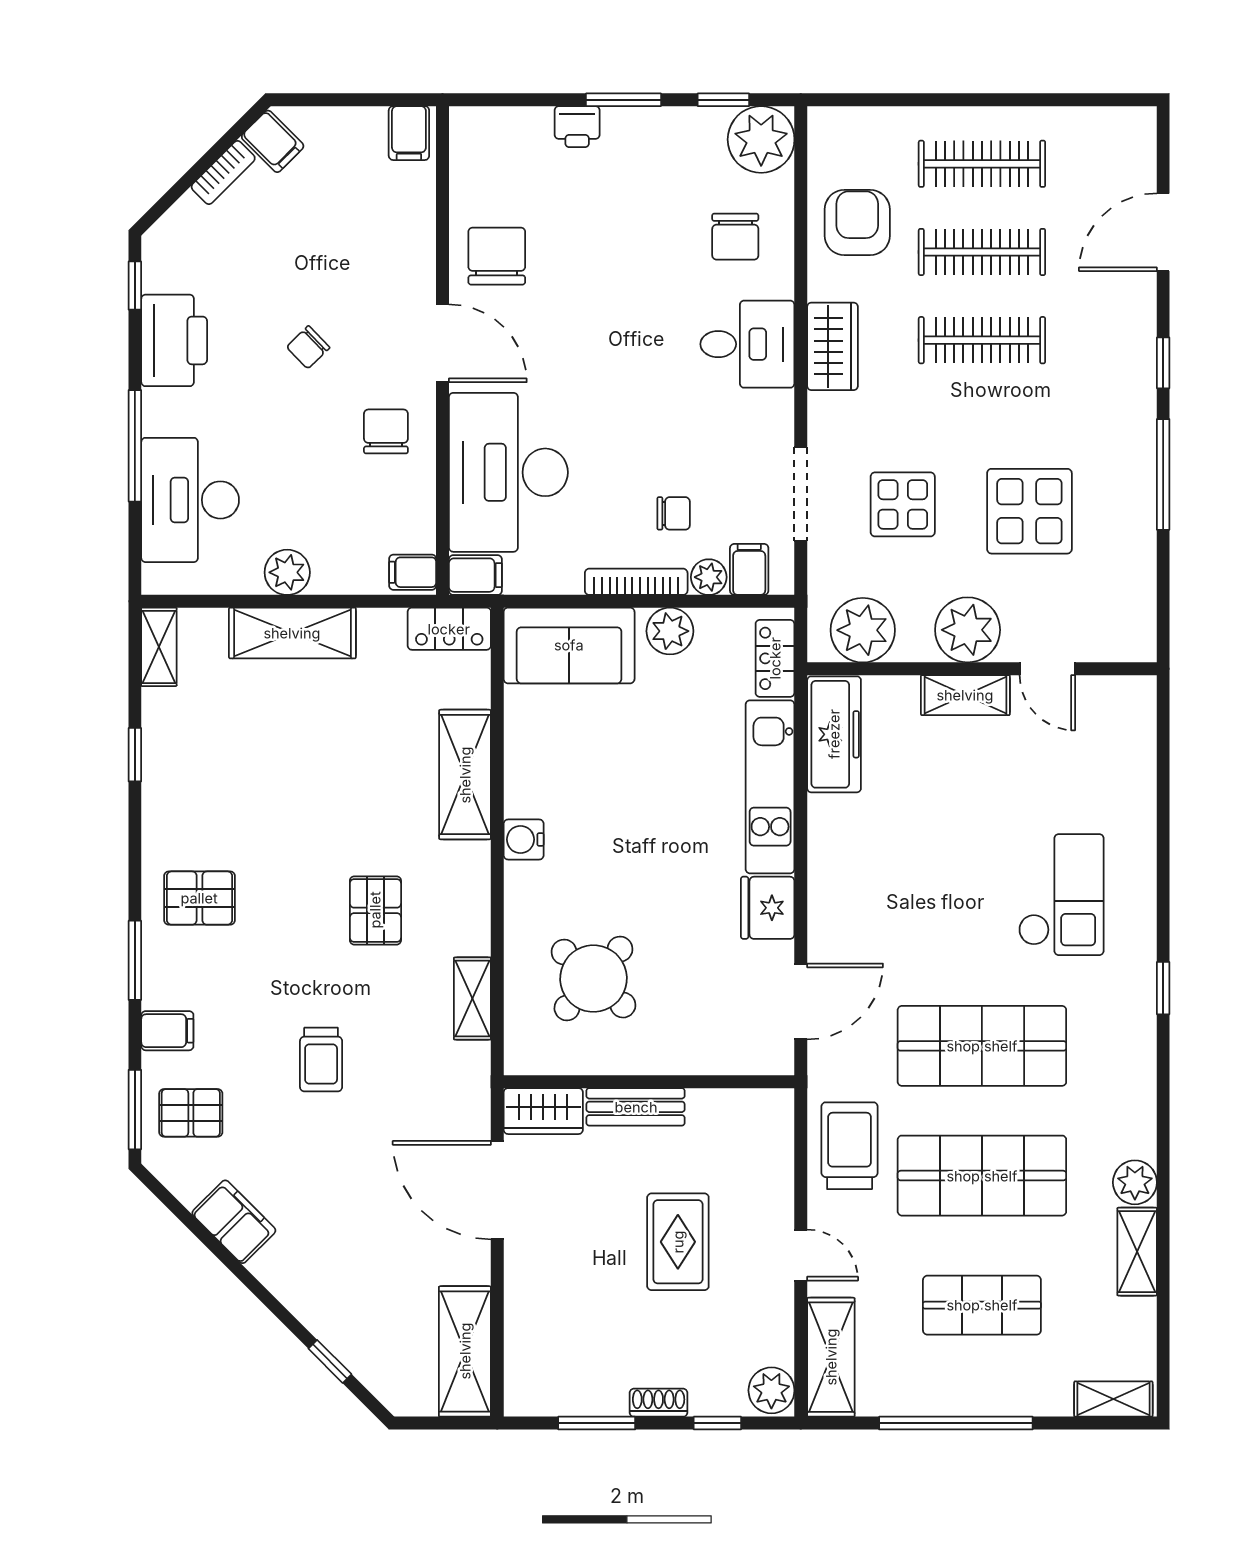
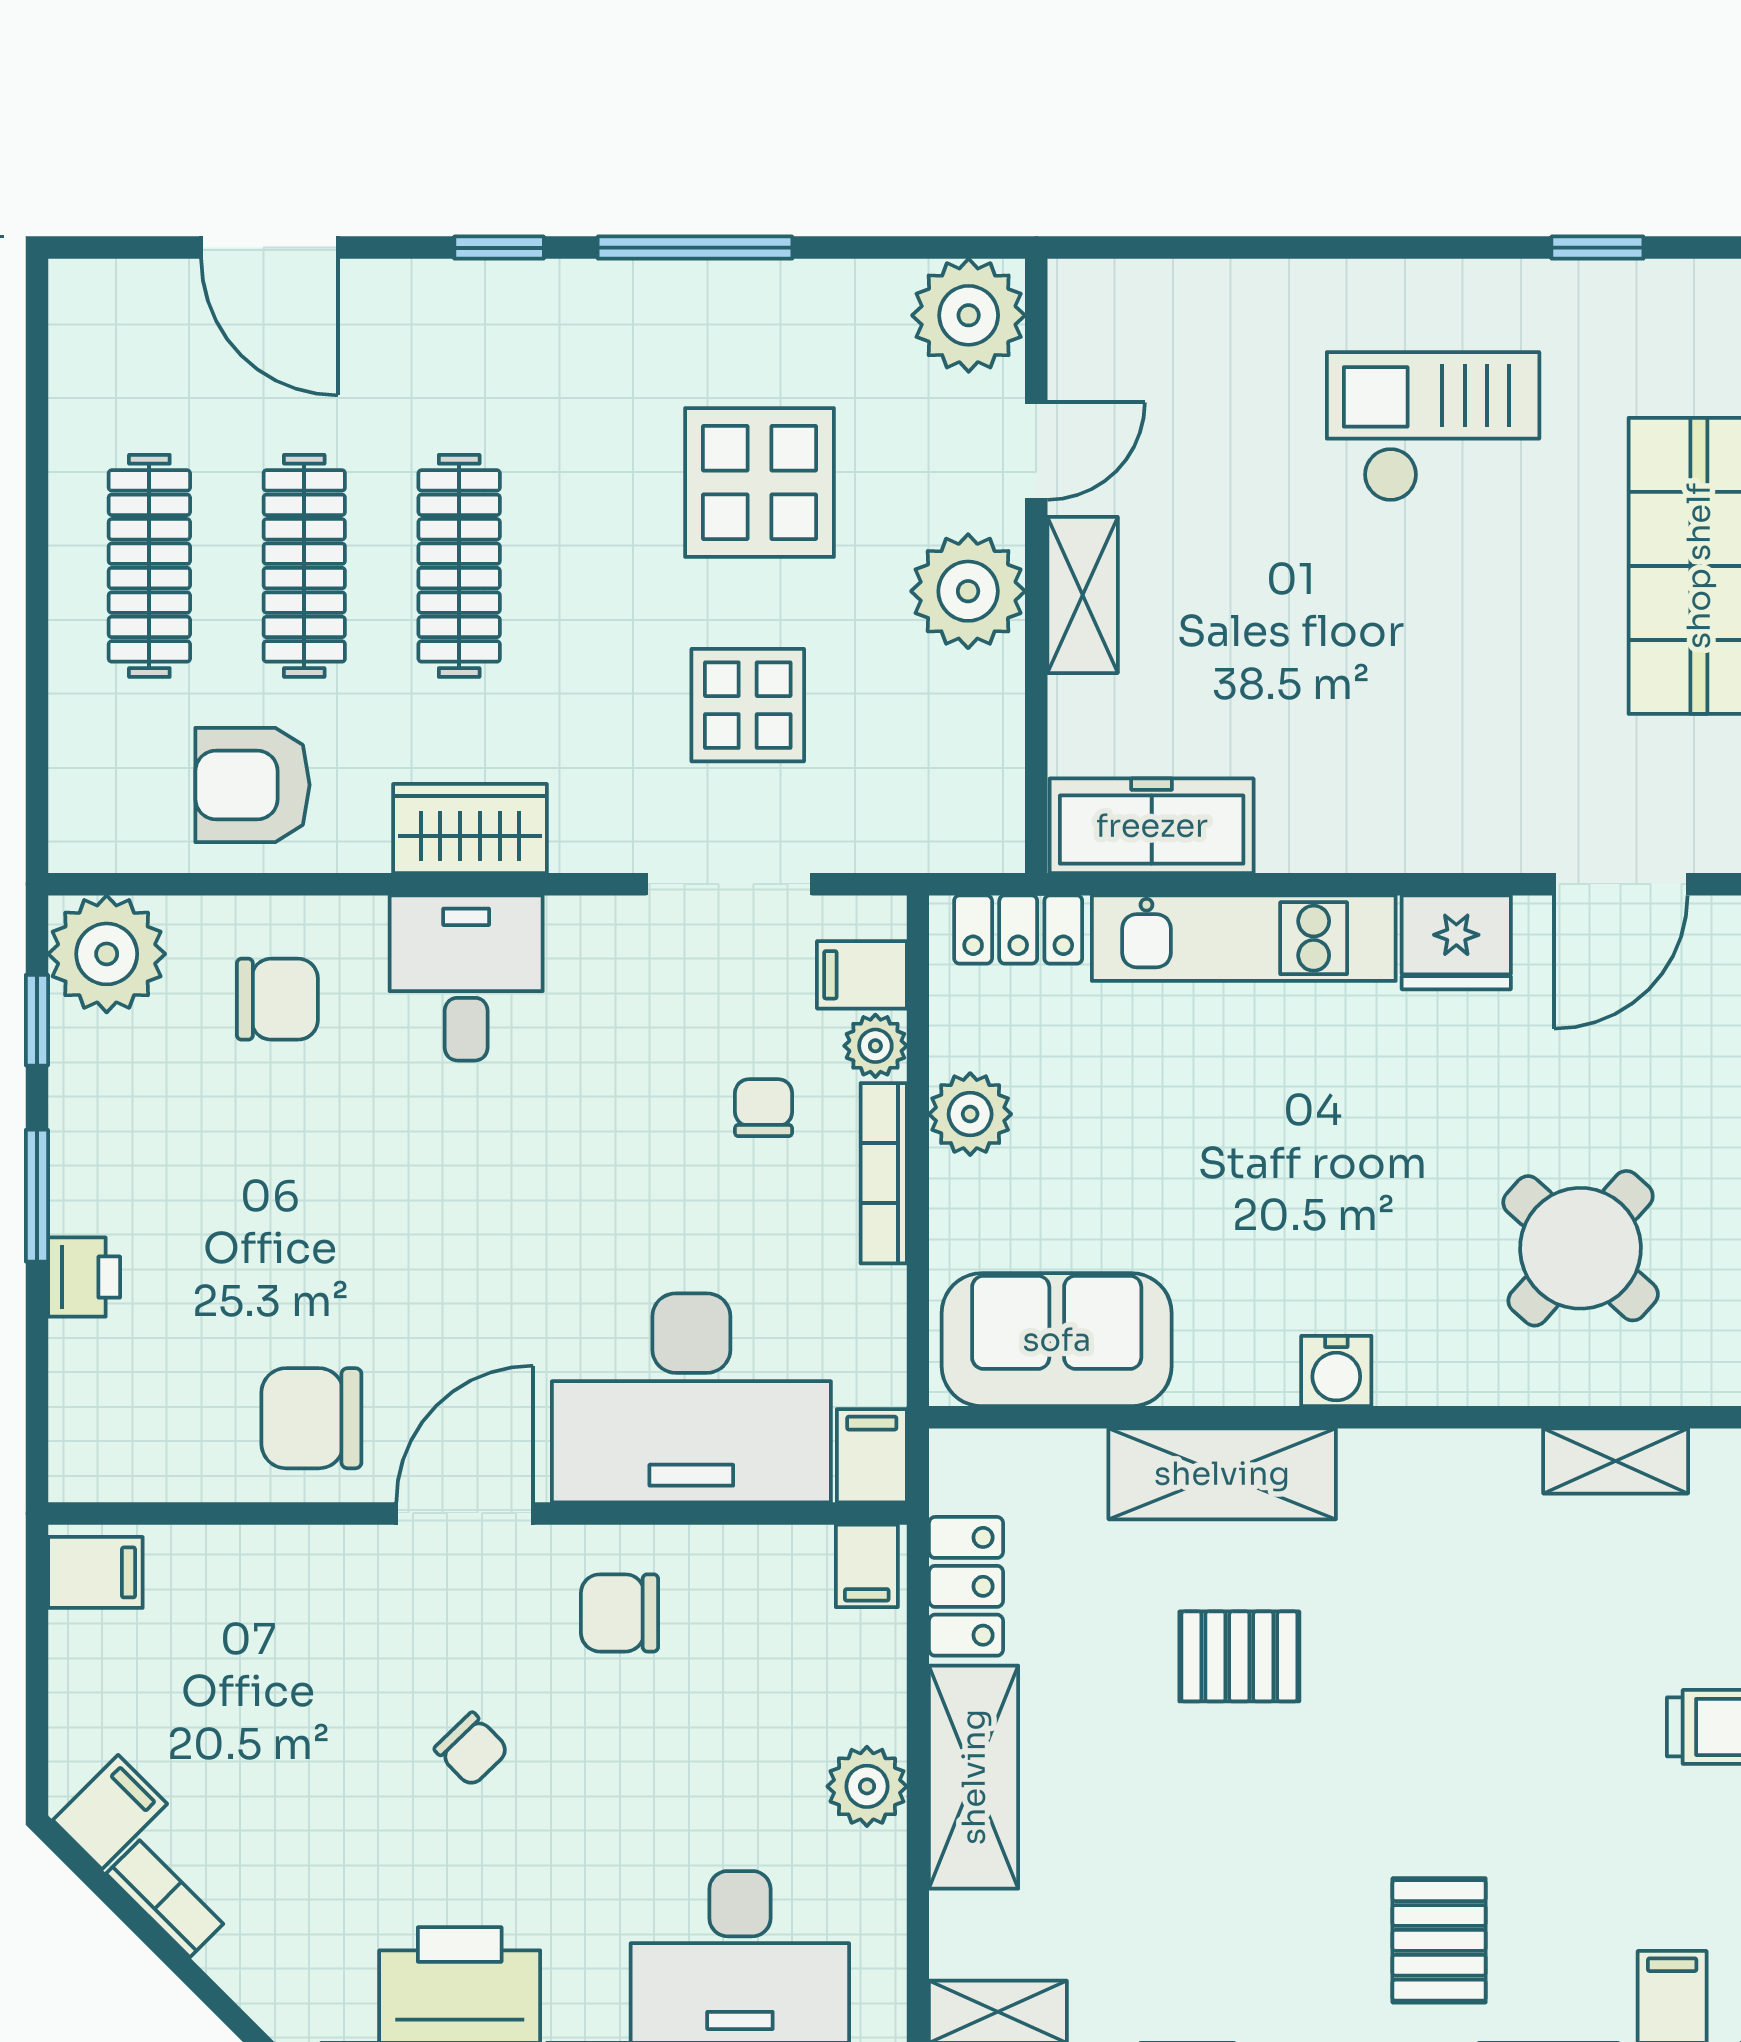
locker: (449, 629) -> (966, 1586), moved
plant: (863, 630) -> (969, 315), moved
sofa: (569, 645) -> (1057, 1340), moved, turned -90
pallet: (375, 910) -> (1239, 1656), moved
door: (801, 1002) -> (1621, 884), swing flipped

